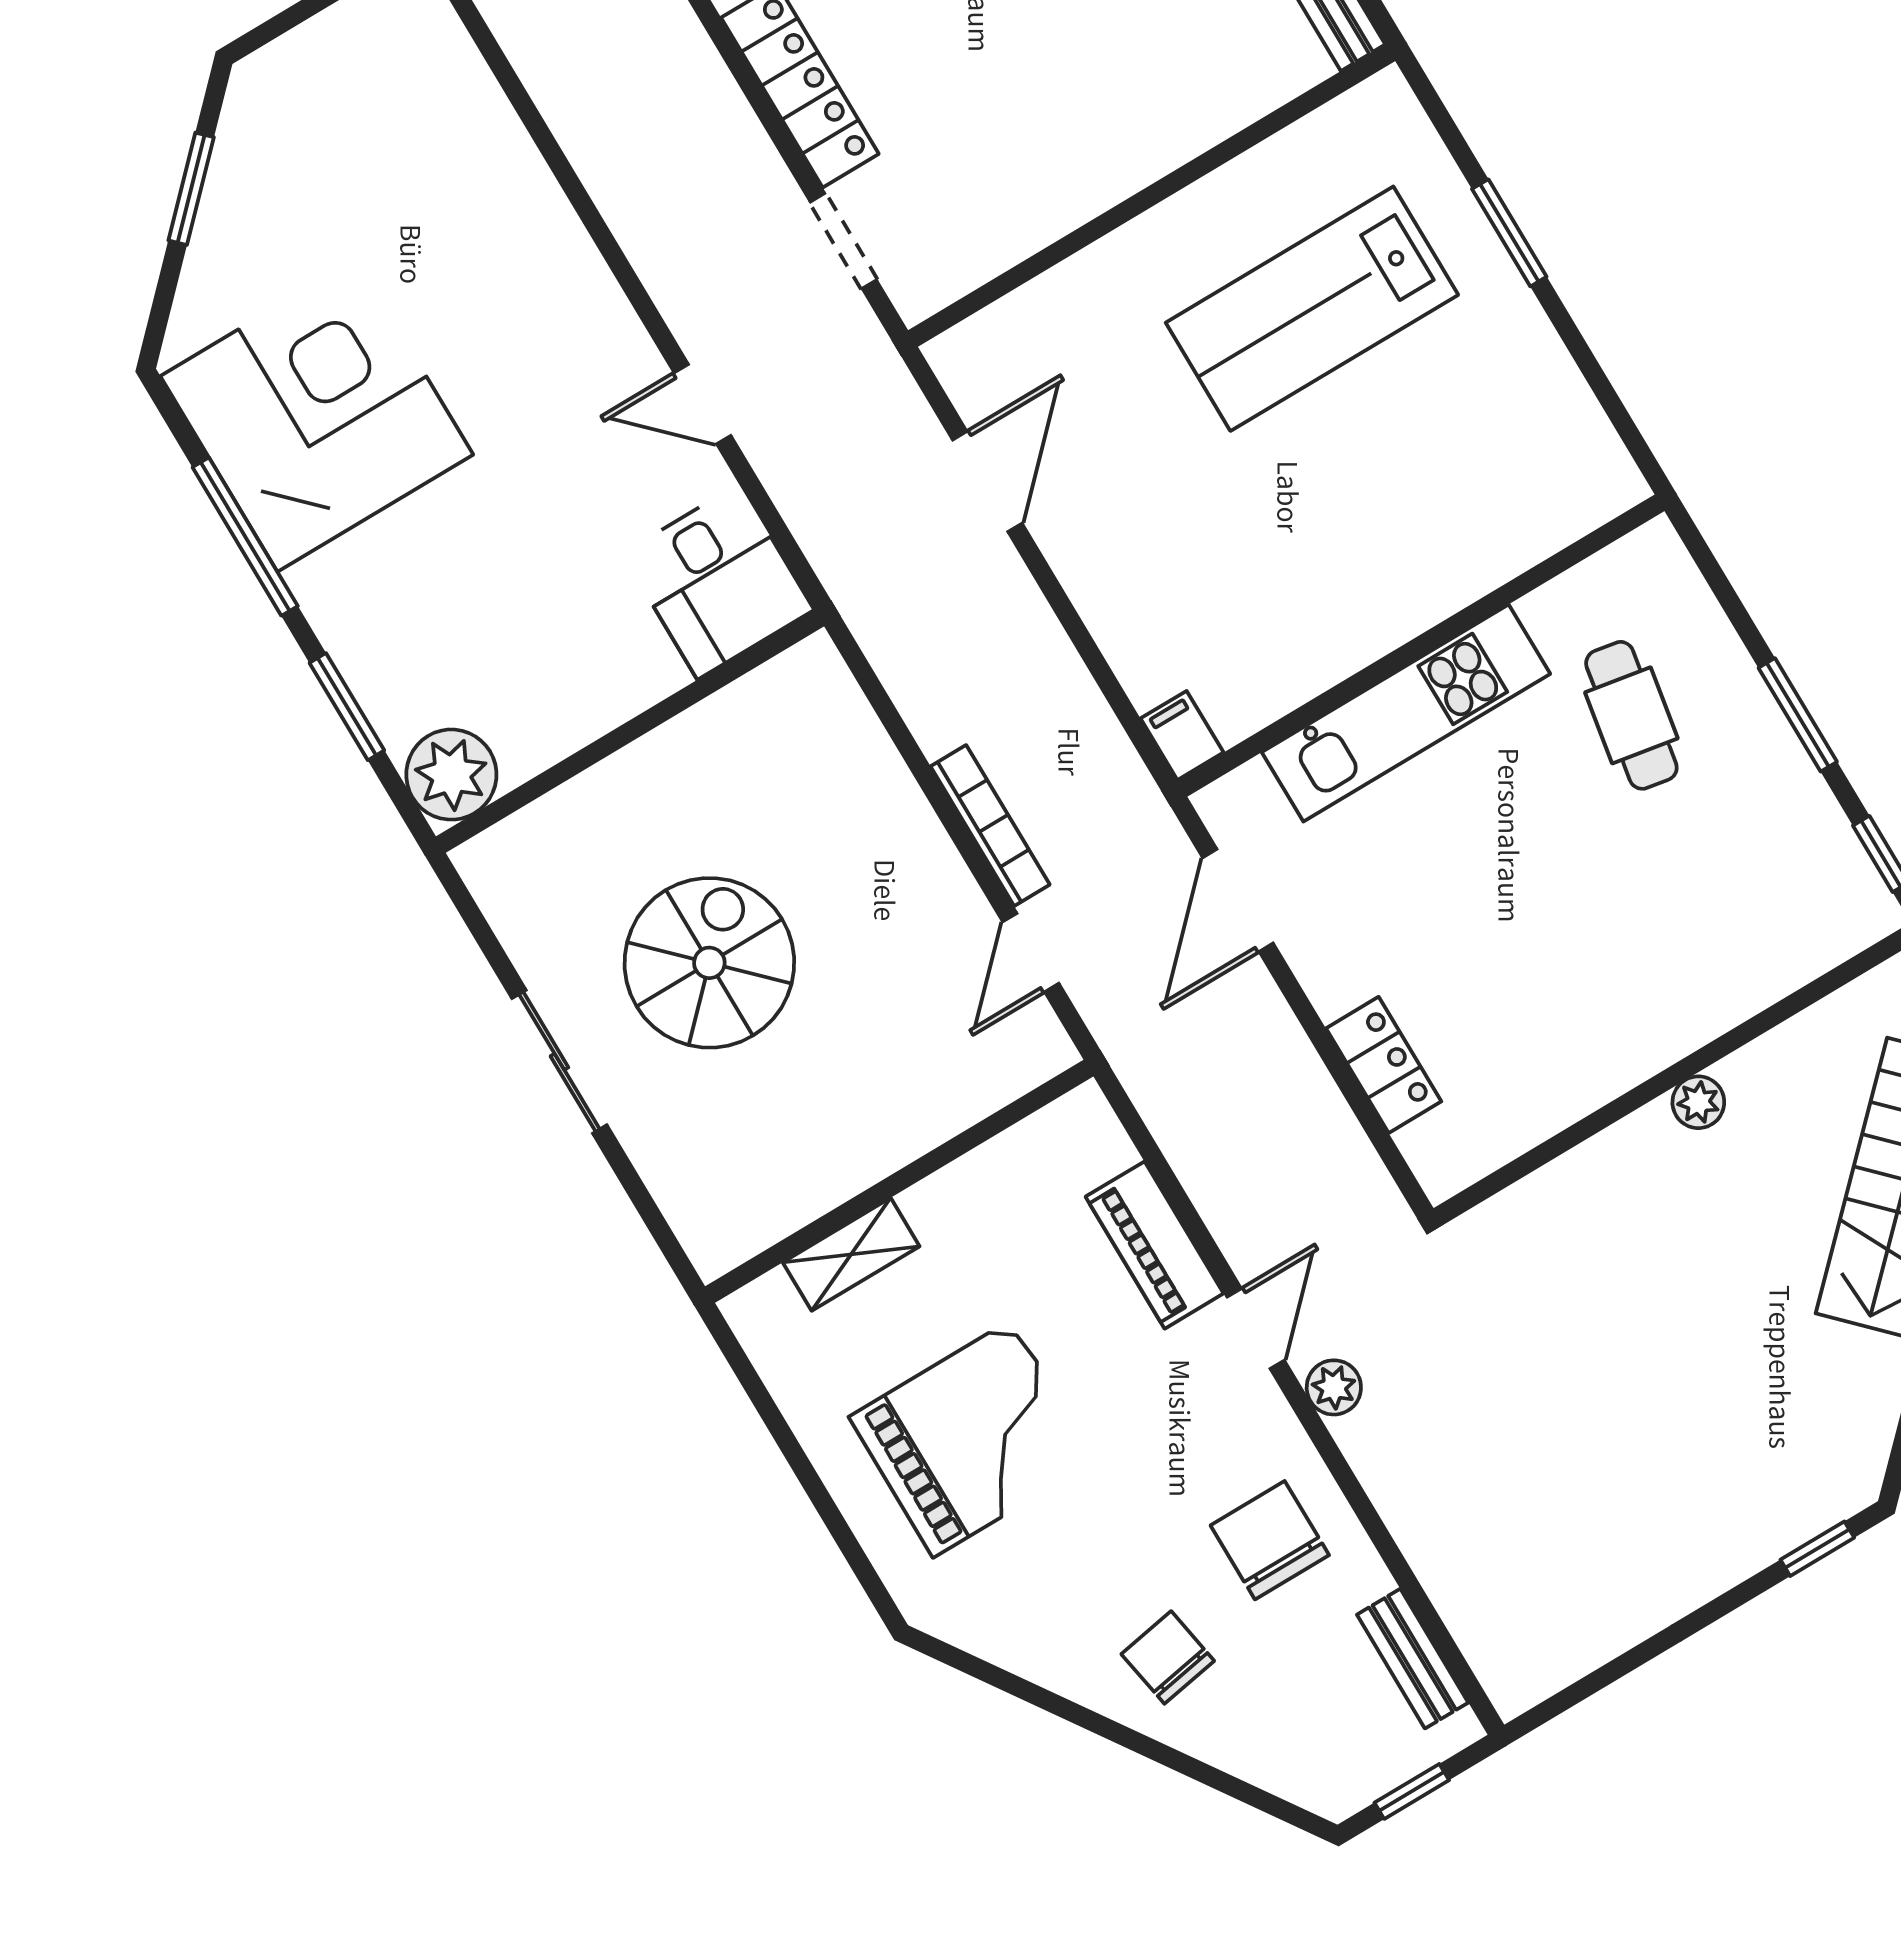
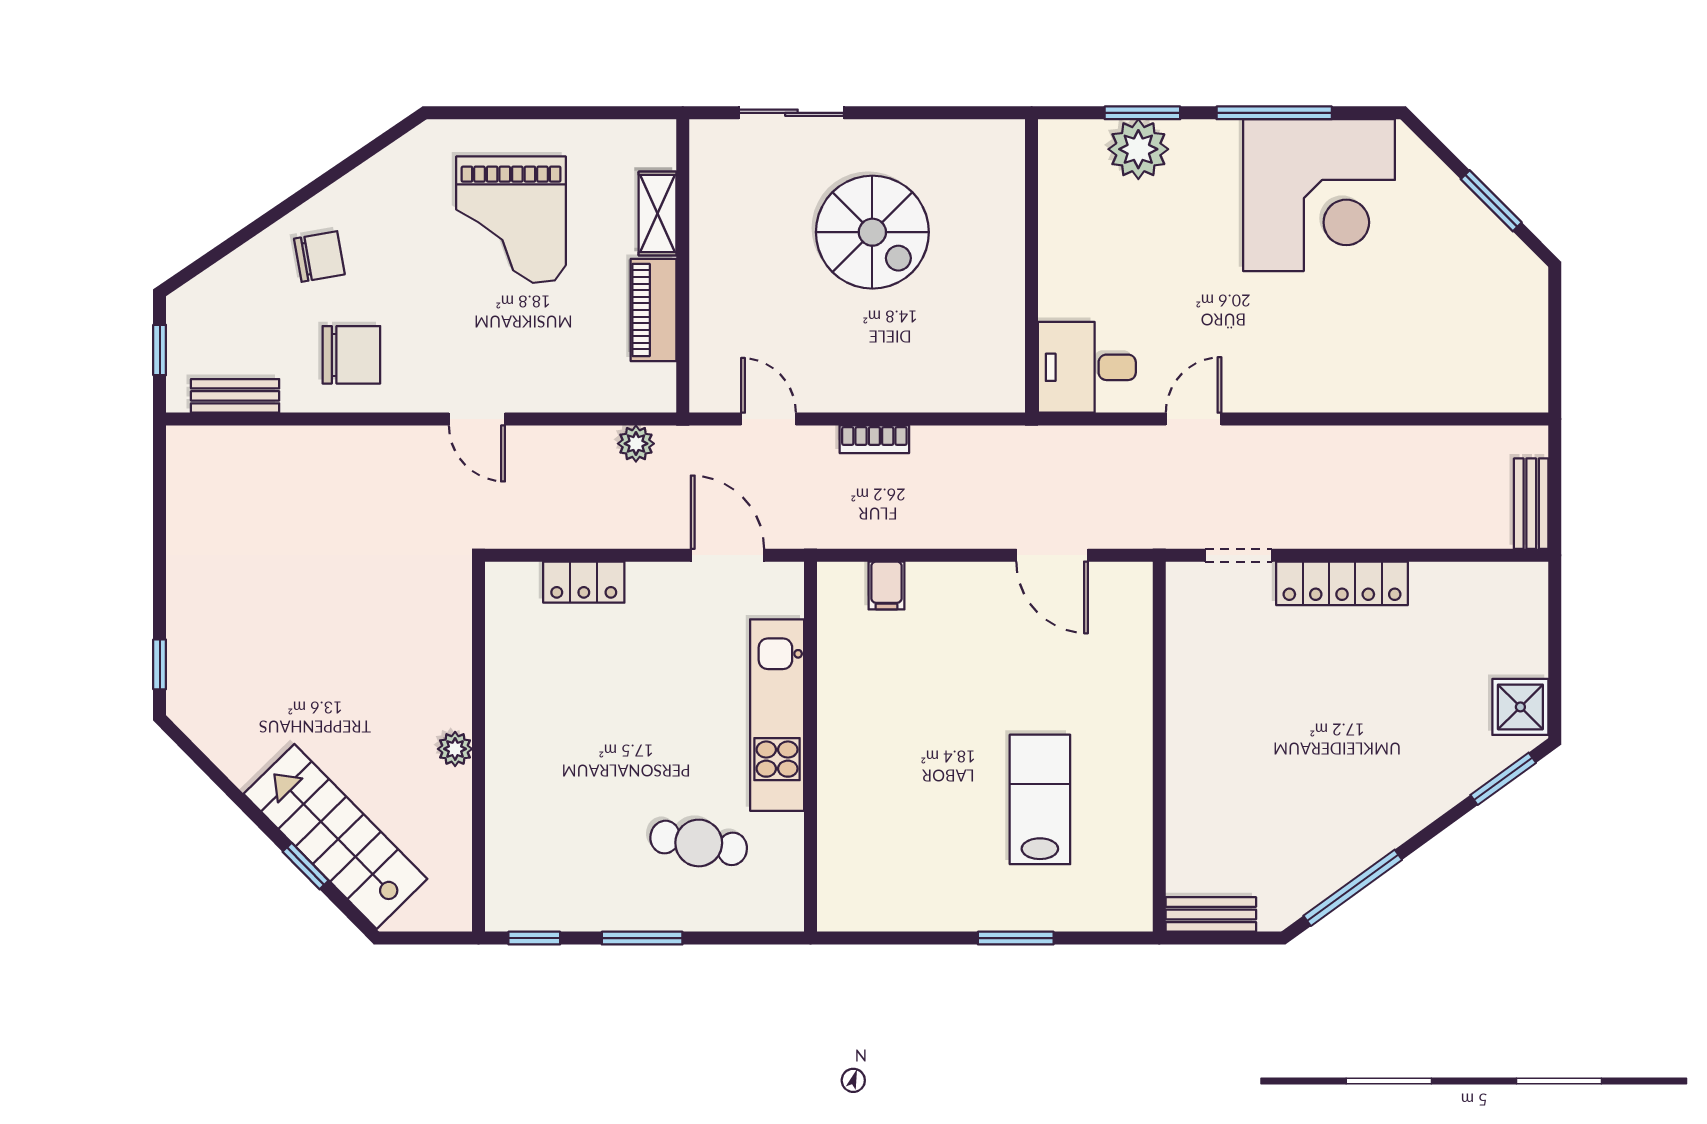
lab bench: (1312, 309) -> (1040, 799), width x0.73, depth x0.72
filing cabinet: (1182, 735) -> (886, 586), moved, turned 90
plant: (451, 775) -> (1138, 149), moved
bookcase: (990, 825) -> (874, 439), width x0.64
sliding door: (559, 1062) -> (791, 113), moved
piano: (1155, 1245) -> (654, 310), moved, turned -90
plant: (1334, 1387) -> (636, 444), moved

